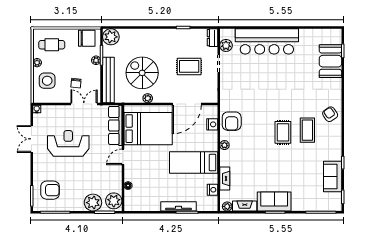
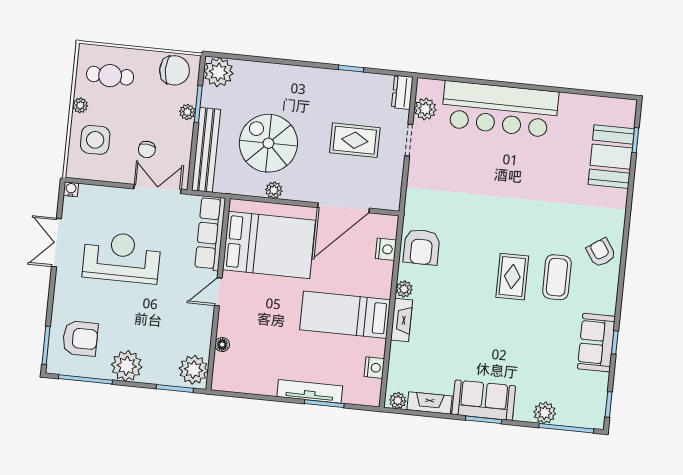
sofa: (333, 177) -> (596, 343), moved
fireplace: (225, 178) -> (402, 320), moved
plant: (93, 203) -> (127, 366), moved
plant: (308, 205) -> (545, 413), added

